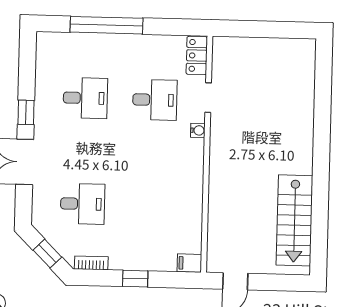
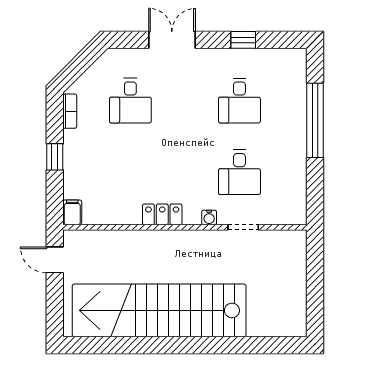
locker: (197, 56) -> (162, 214), moved
window: (26, 112) -> (243, 40), moved
stairs: (294, 220) -> (159, 310), width x1.86, depth x1.51
window: (47, 254) -> (78, 66), removed

